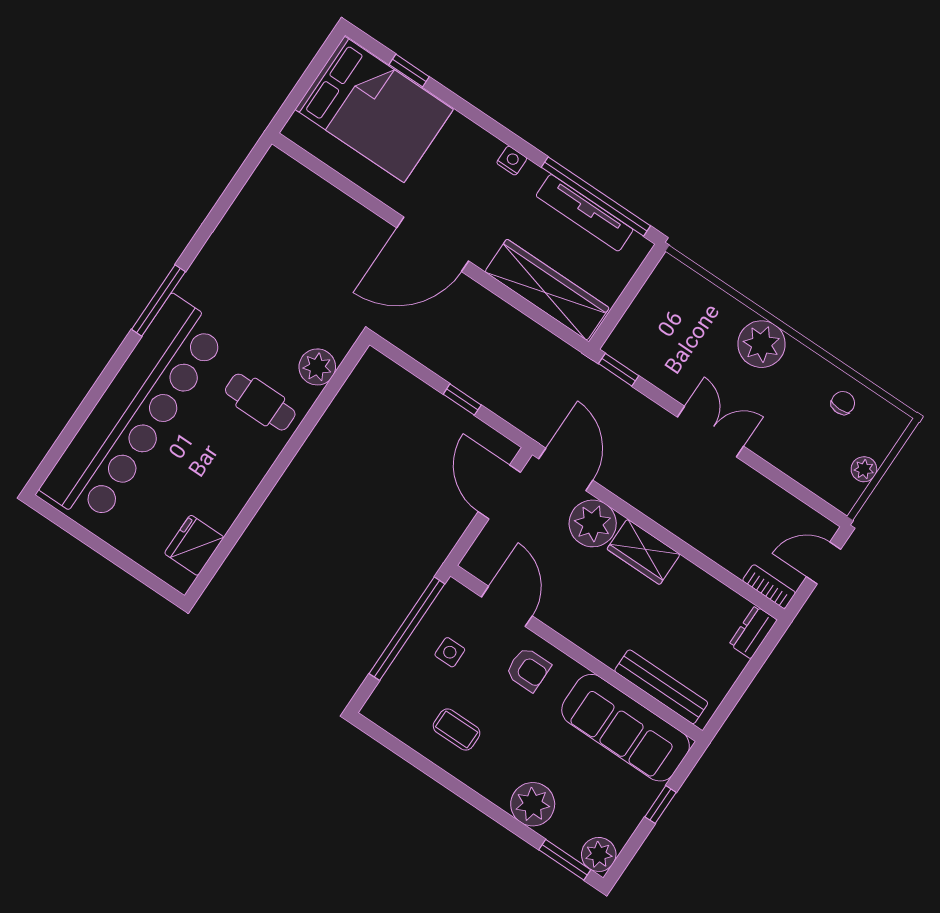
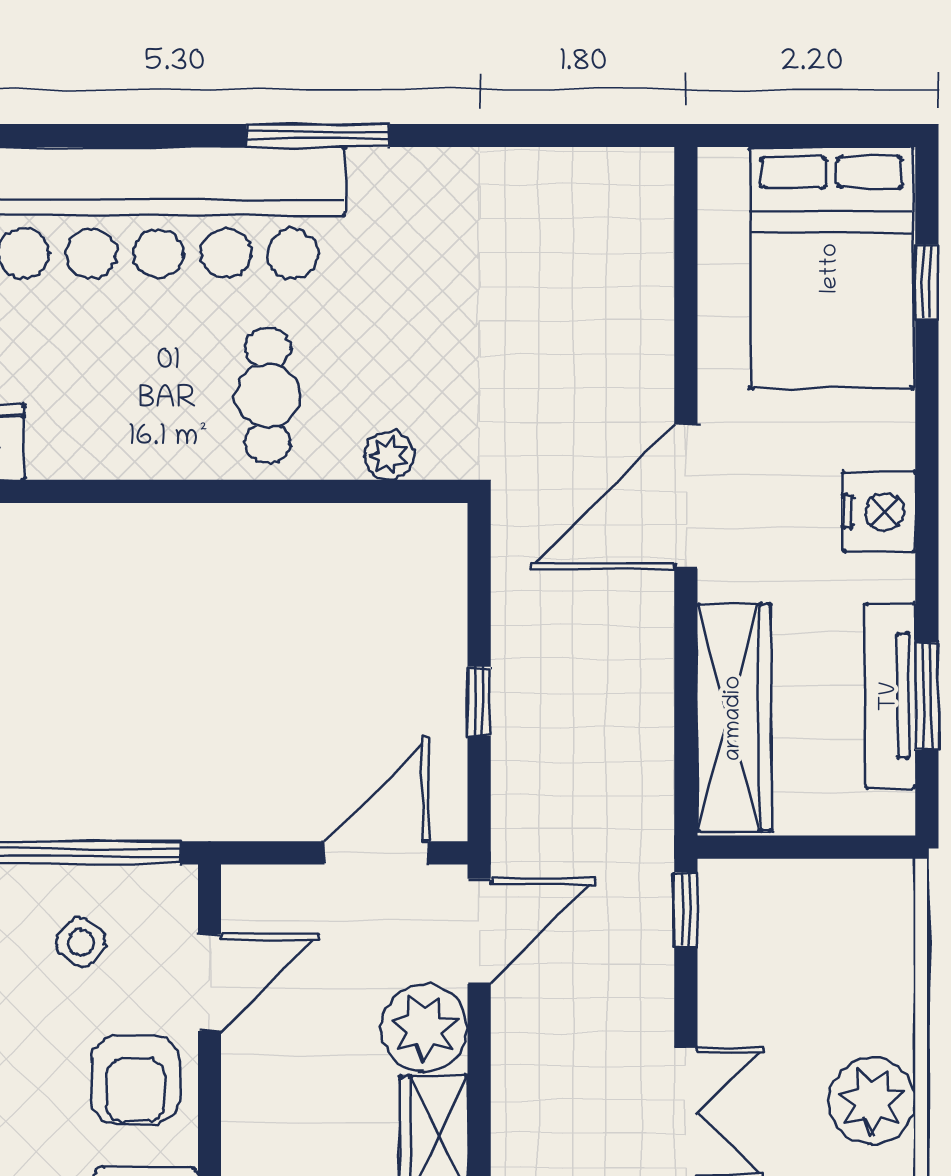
nightstand: (512, 161) -> (879, 512), width x1.89, depth x1.79
window: (596, 196) -> (927, 696), width x0.47
door: (433, 244) -> (686, 496), hinge flipped
plant: (317, 367) -> (389, 455), width x0.73, depth x0.73
side table: (450, 652) -> (81, 942), turned 37
armchair: (528, 669) -> (135, 1080), width x1.38, depth x1.38

